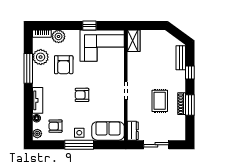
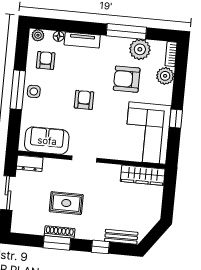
wardrobe: (134, 41) -> (143, 175), width x1.50
sofa: (108, 131) -> (47, 141), moved, turned -90

